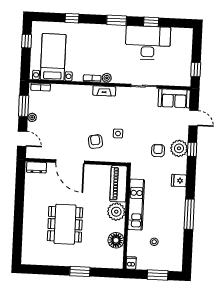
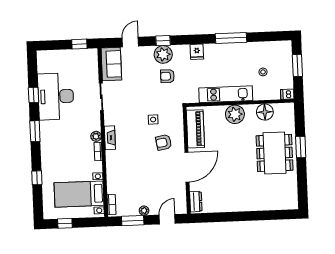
piano: (119, 184) -> (195, 129), moved, turned -90
dining table: (65, 224) -> (275, 153), moved, turned 90

